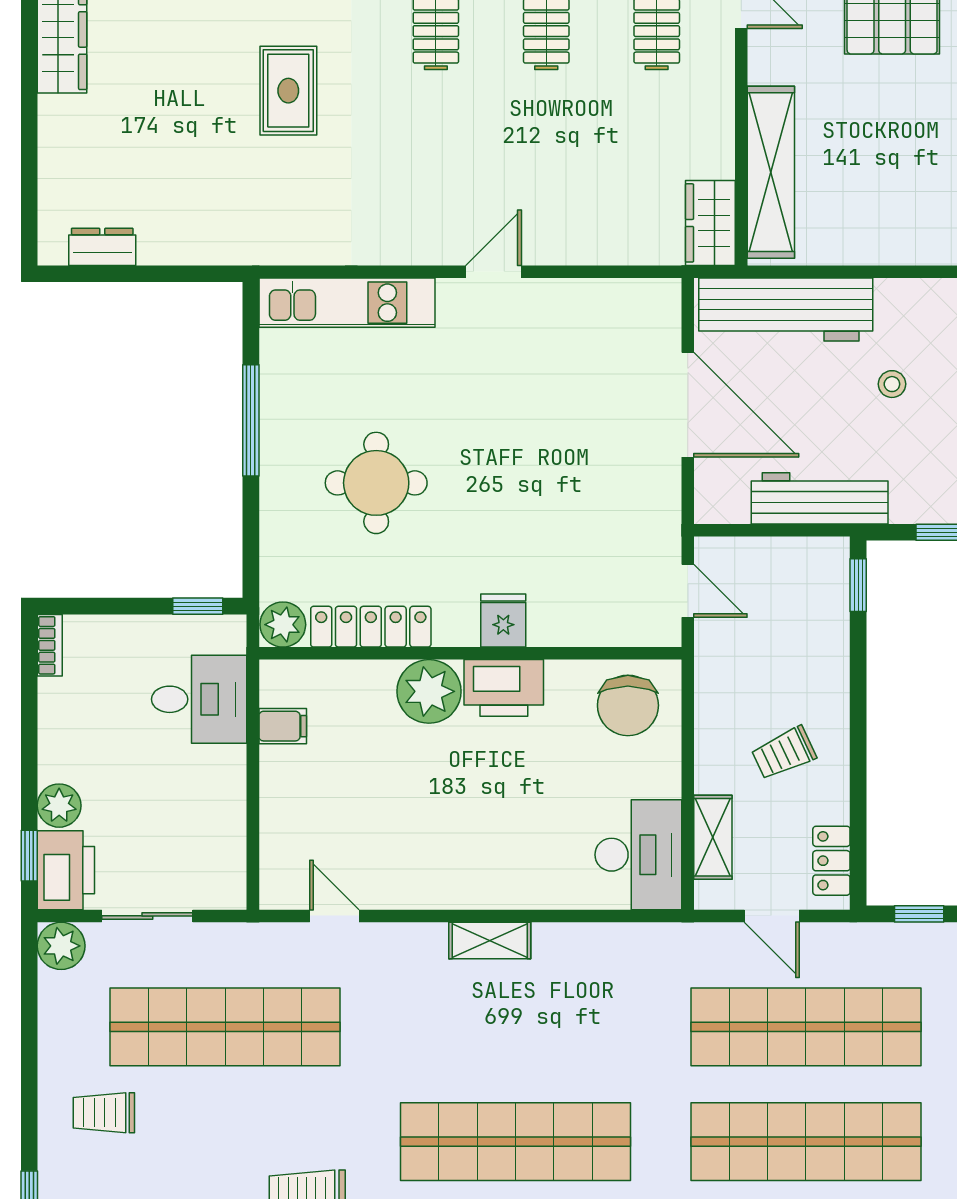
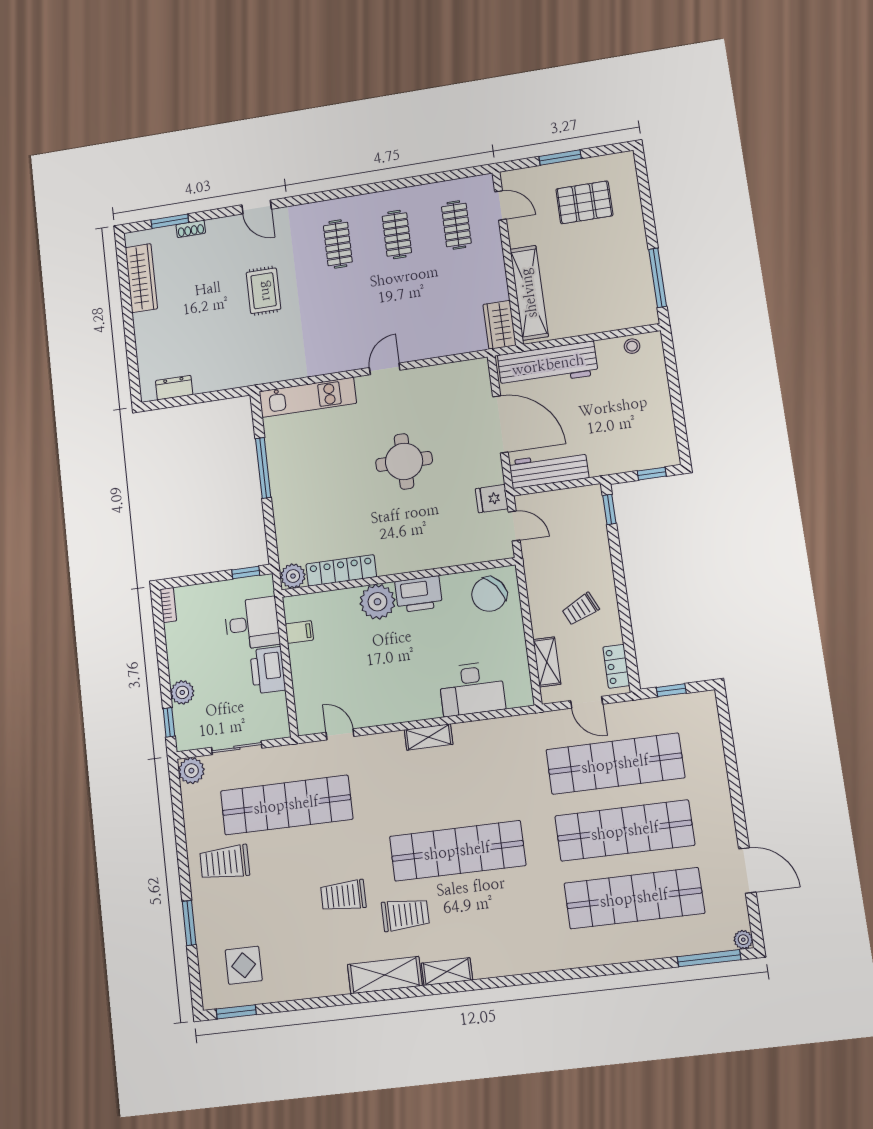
stool: (892, 384) -> (632, 346), moved
round table: (376, 483) -> (404, 461), moved
workbench: (820, 498) -> (549, 469), moved
fridge: (503, 620) -> (492, 499), moved, turned -90
chair: (628, 705) -> (489, 594), turned 52
desk: (638, 855) -> (472, 689), moved, turned 90
printer: (66, 870) -> (268, 670), moved, turned 180
trolley: (104, 1113) -> (225, 862), width x1.36, depth x1.39

